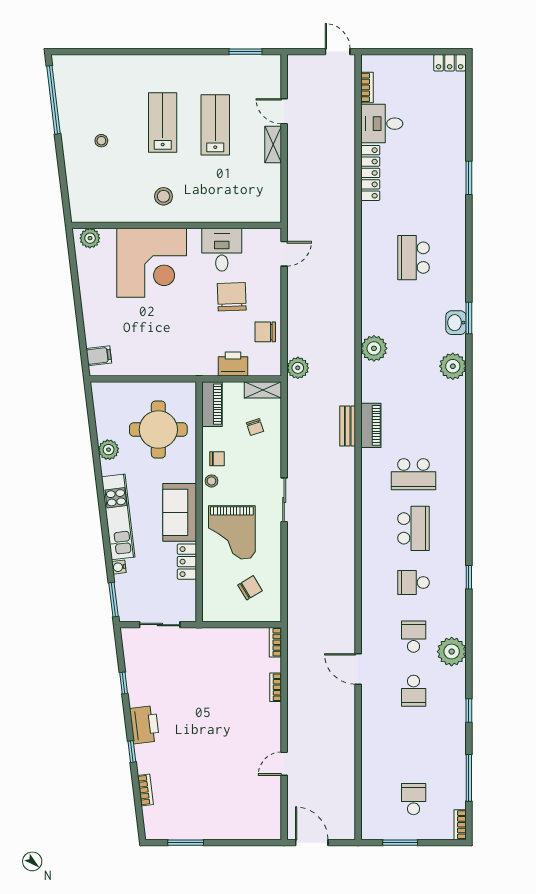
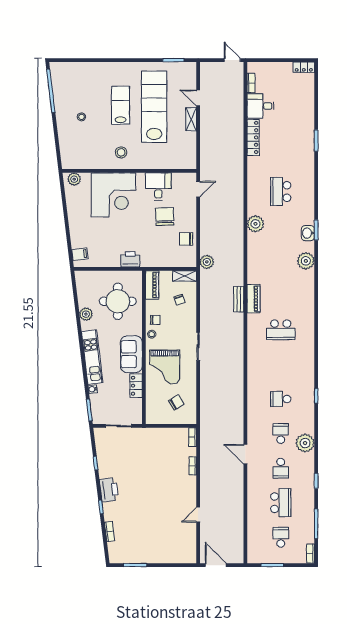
lab bench: (215, 125) -> (154, 107), width x1.86, depth x1.39
plant: (374, 348) -> (255, 224), moved
printer: (233, 364) -> (130, 259), moved
school desk: (414, 528) -> (281, 503), moved

